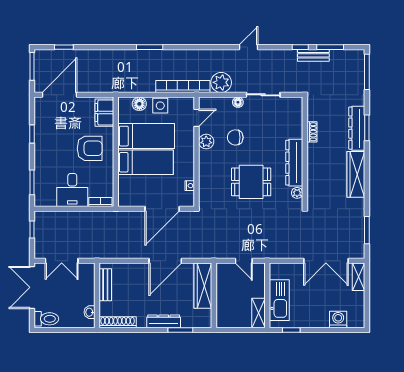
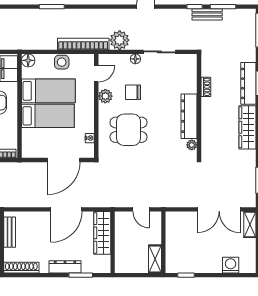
floor lamp: (139, 104) -> (28, 60), moved
dining table: (251, 182) -> (128, 130), moved
kitchen sink: (279, 300) -> (175, 247), removed

